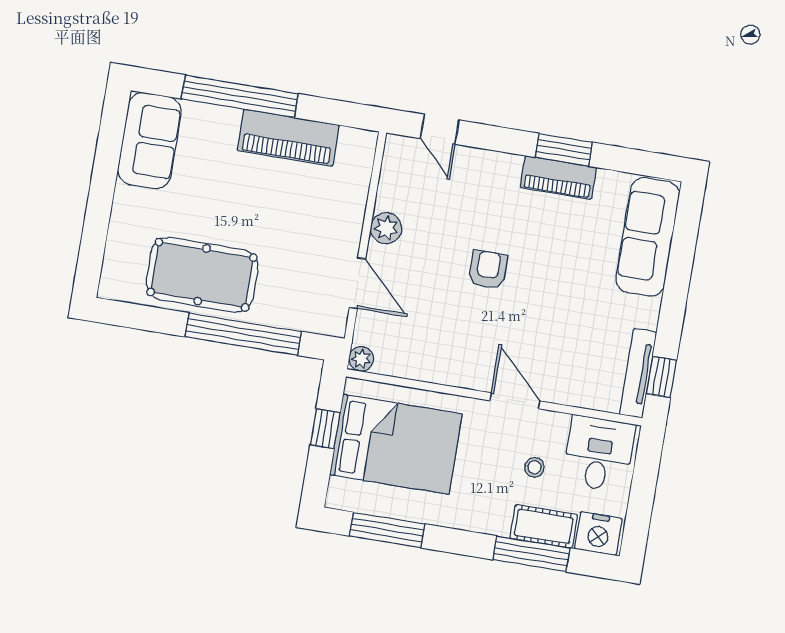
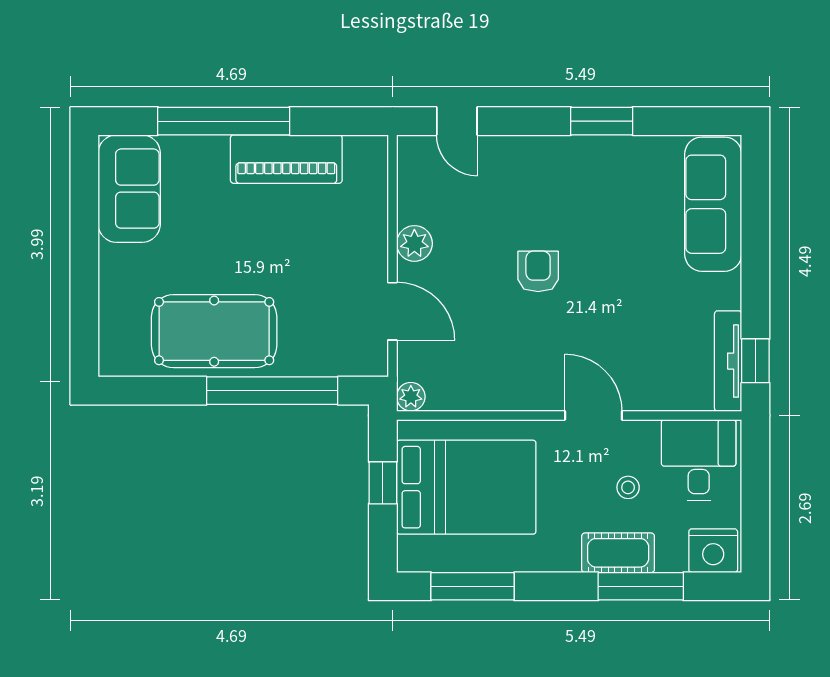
piano: (558, 177) -> (601, 153), removed
cot: (544, 526) -> (618, 553), moved

